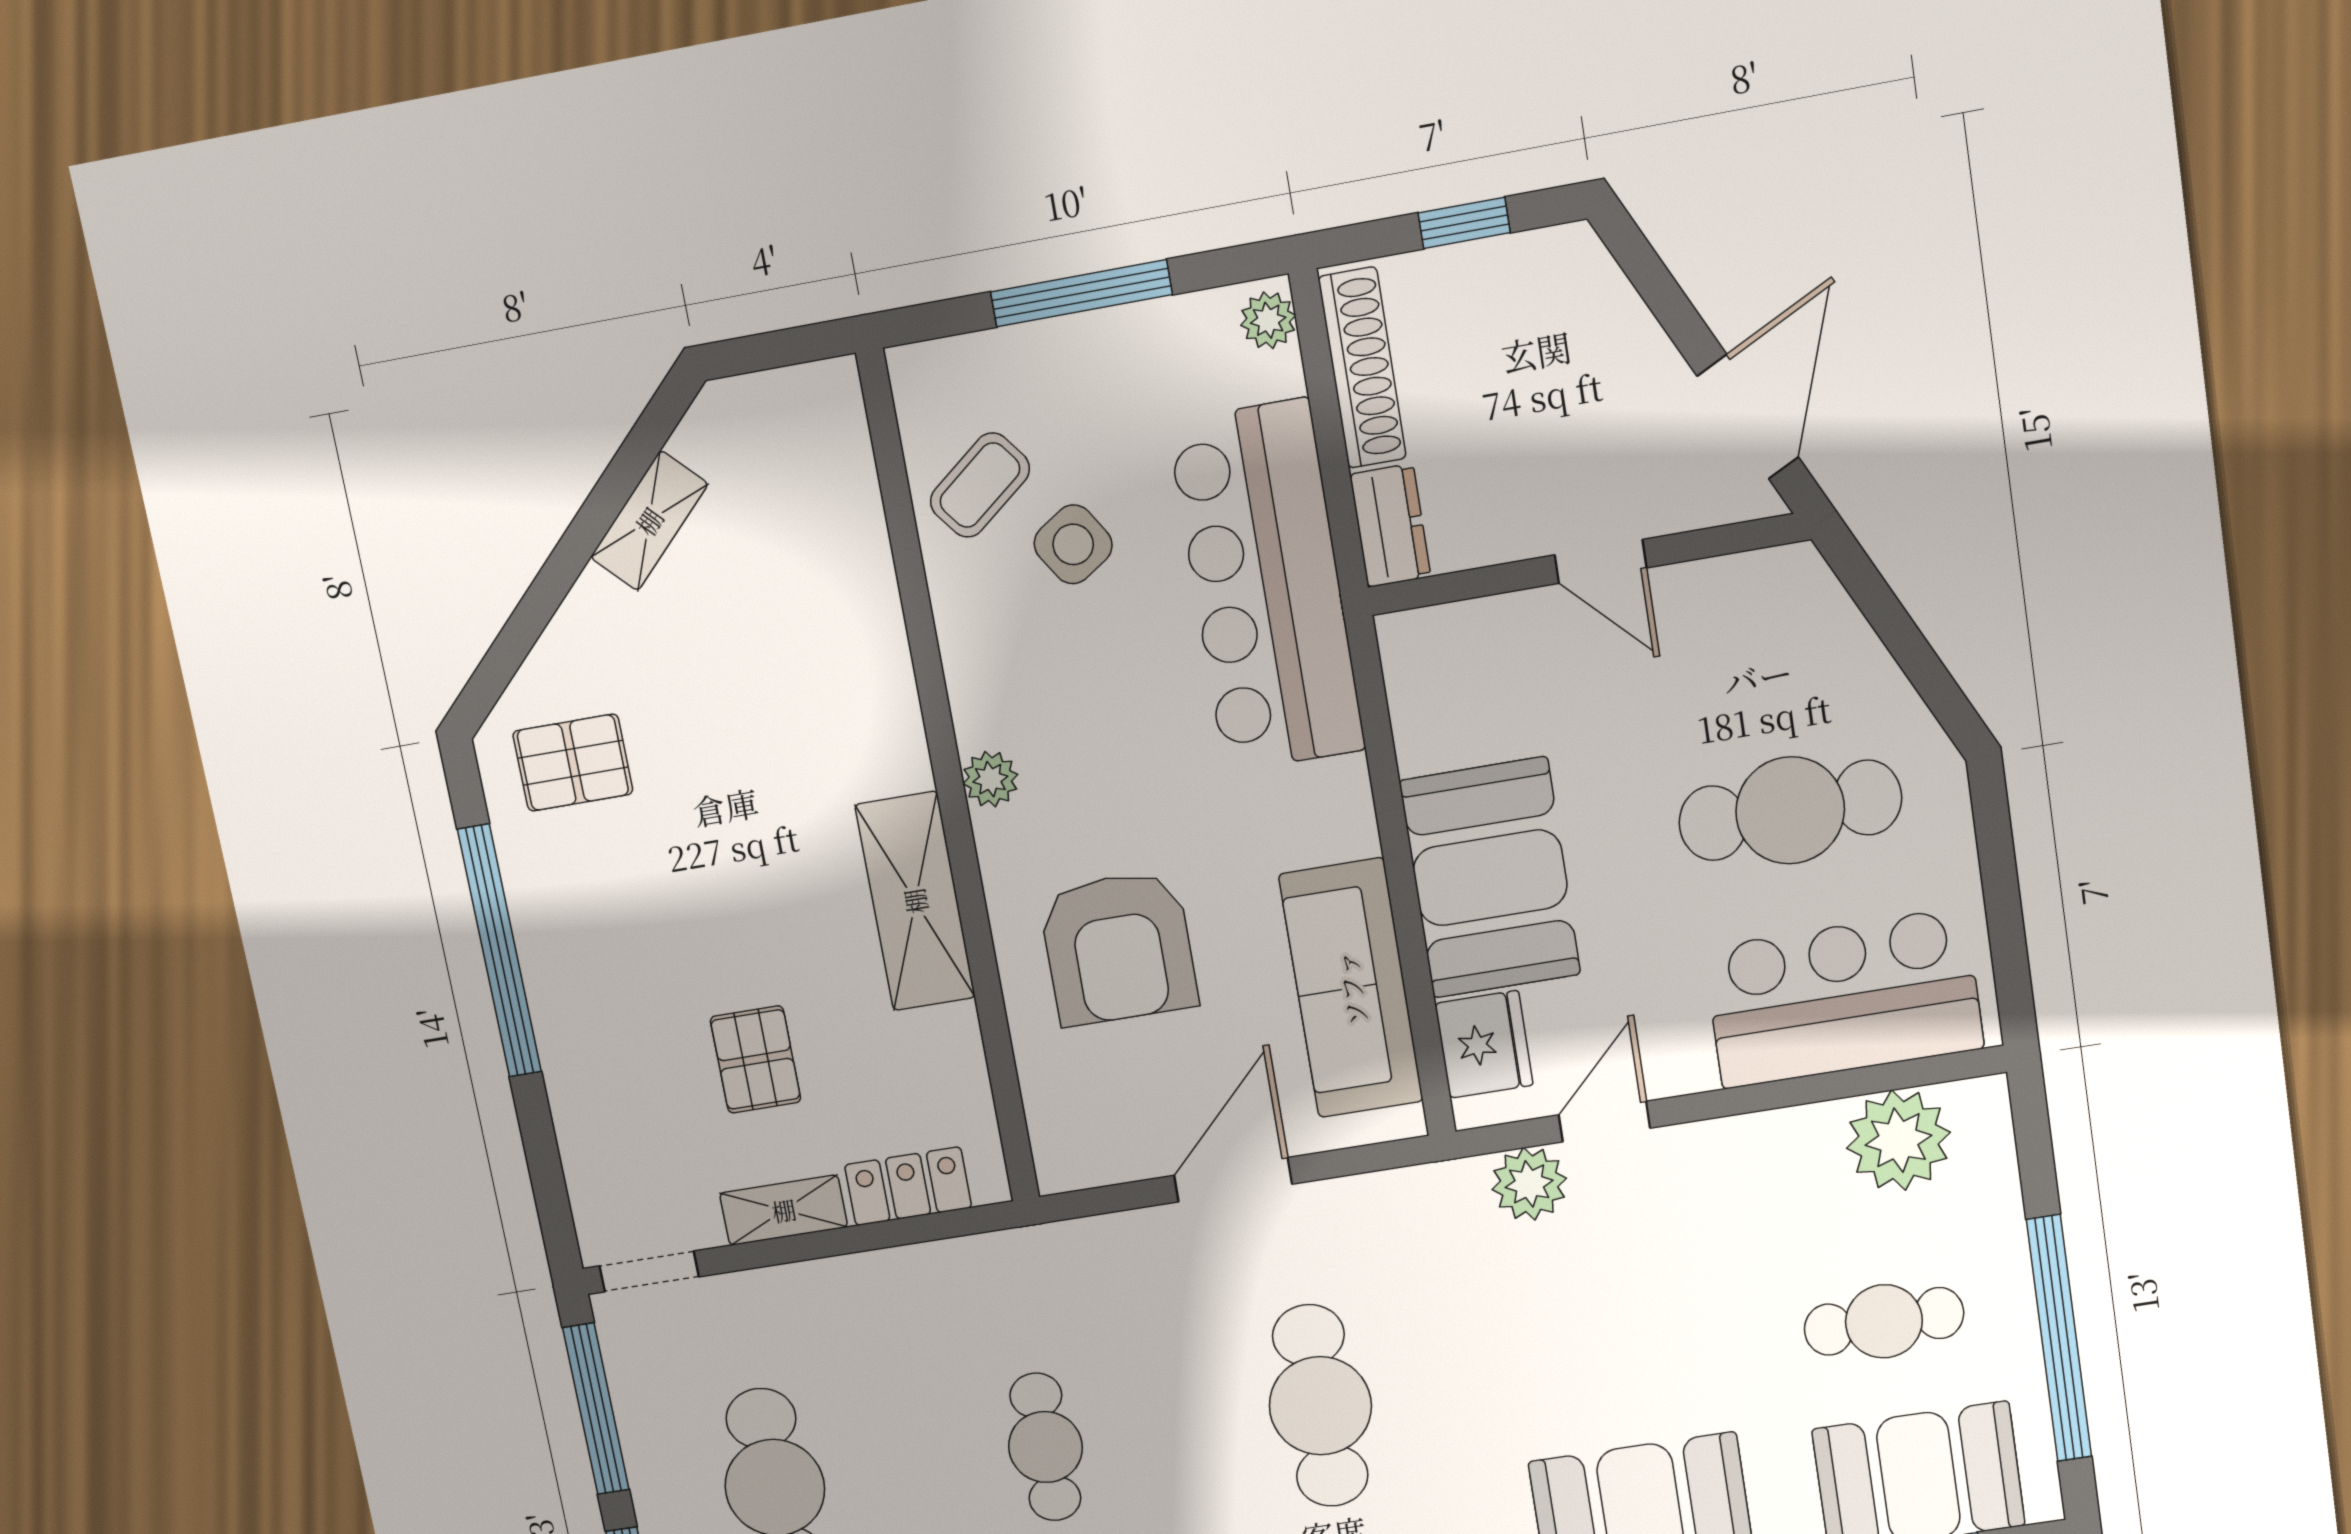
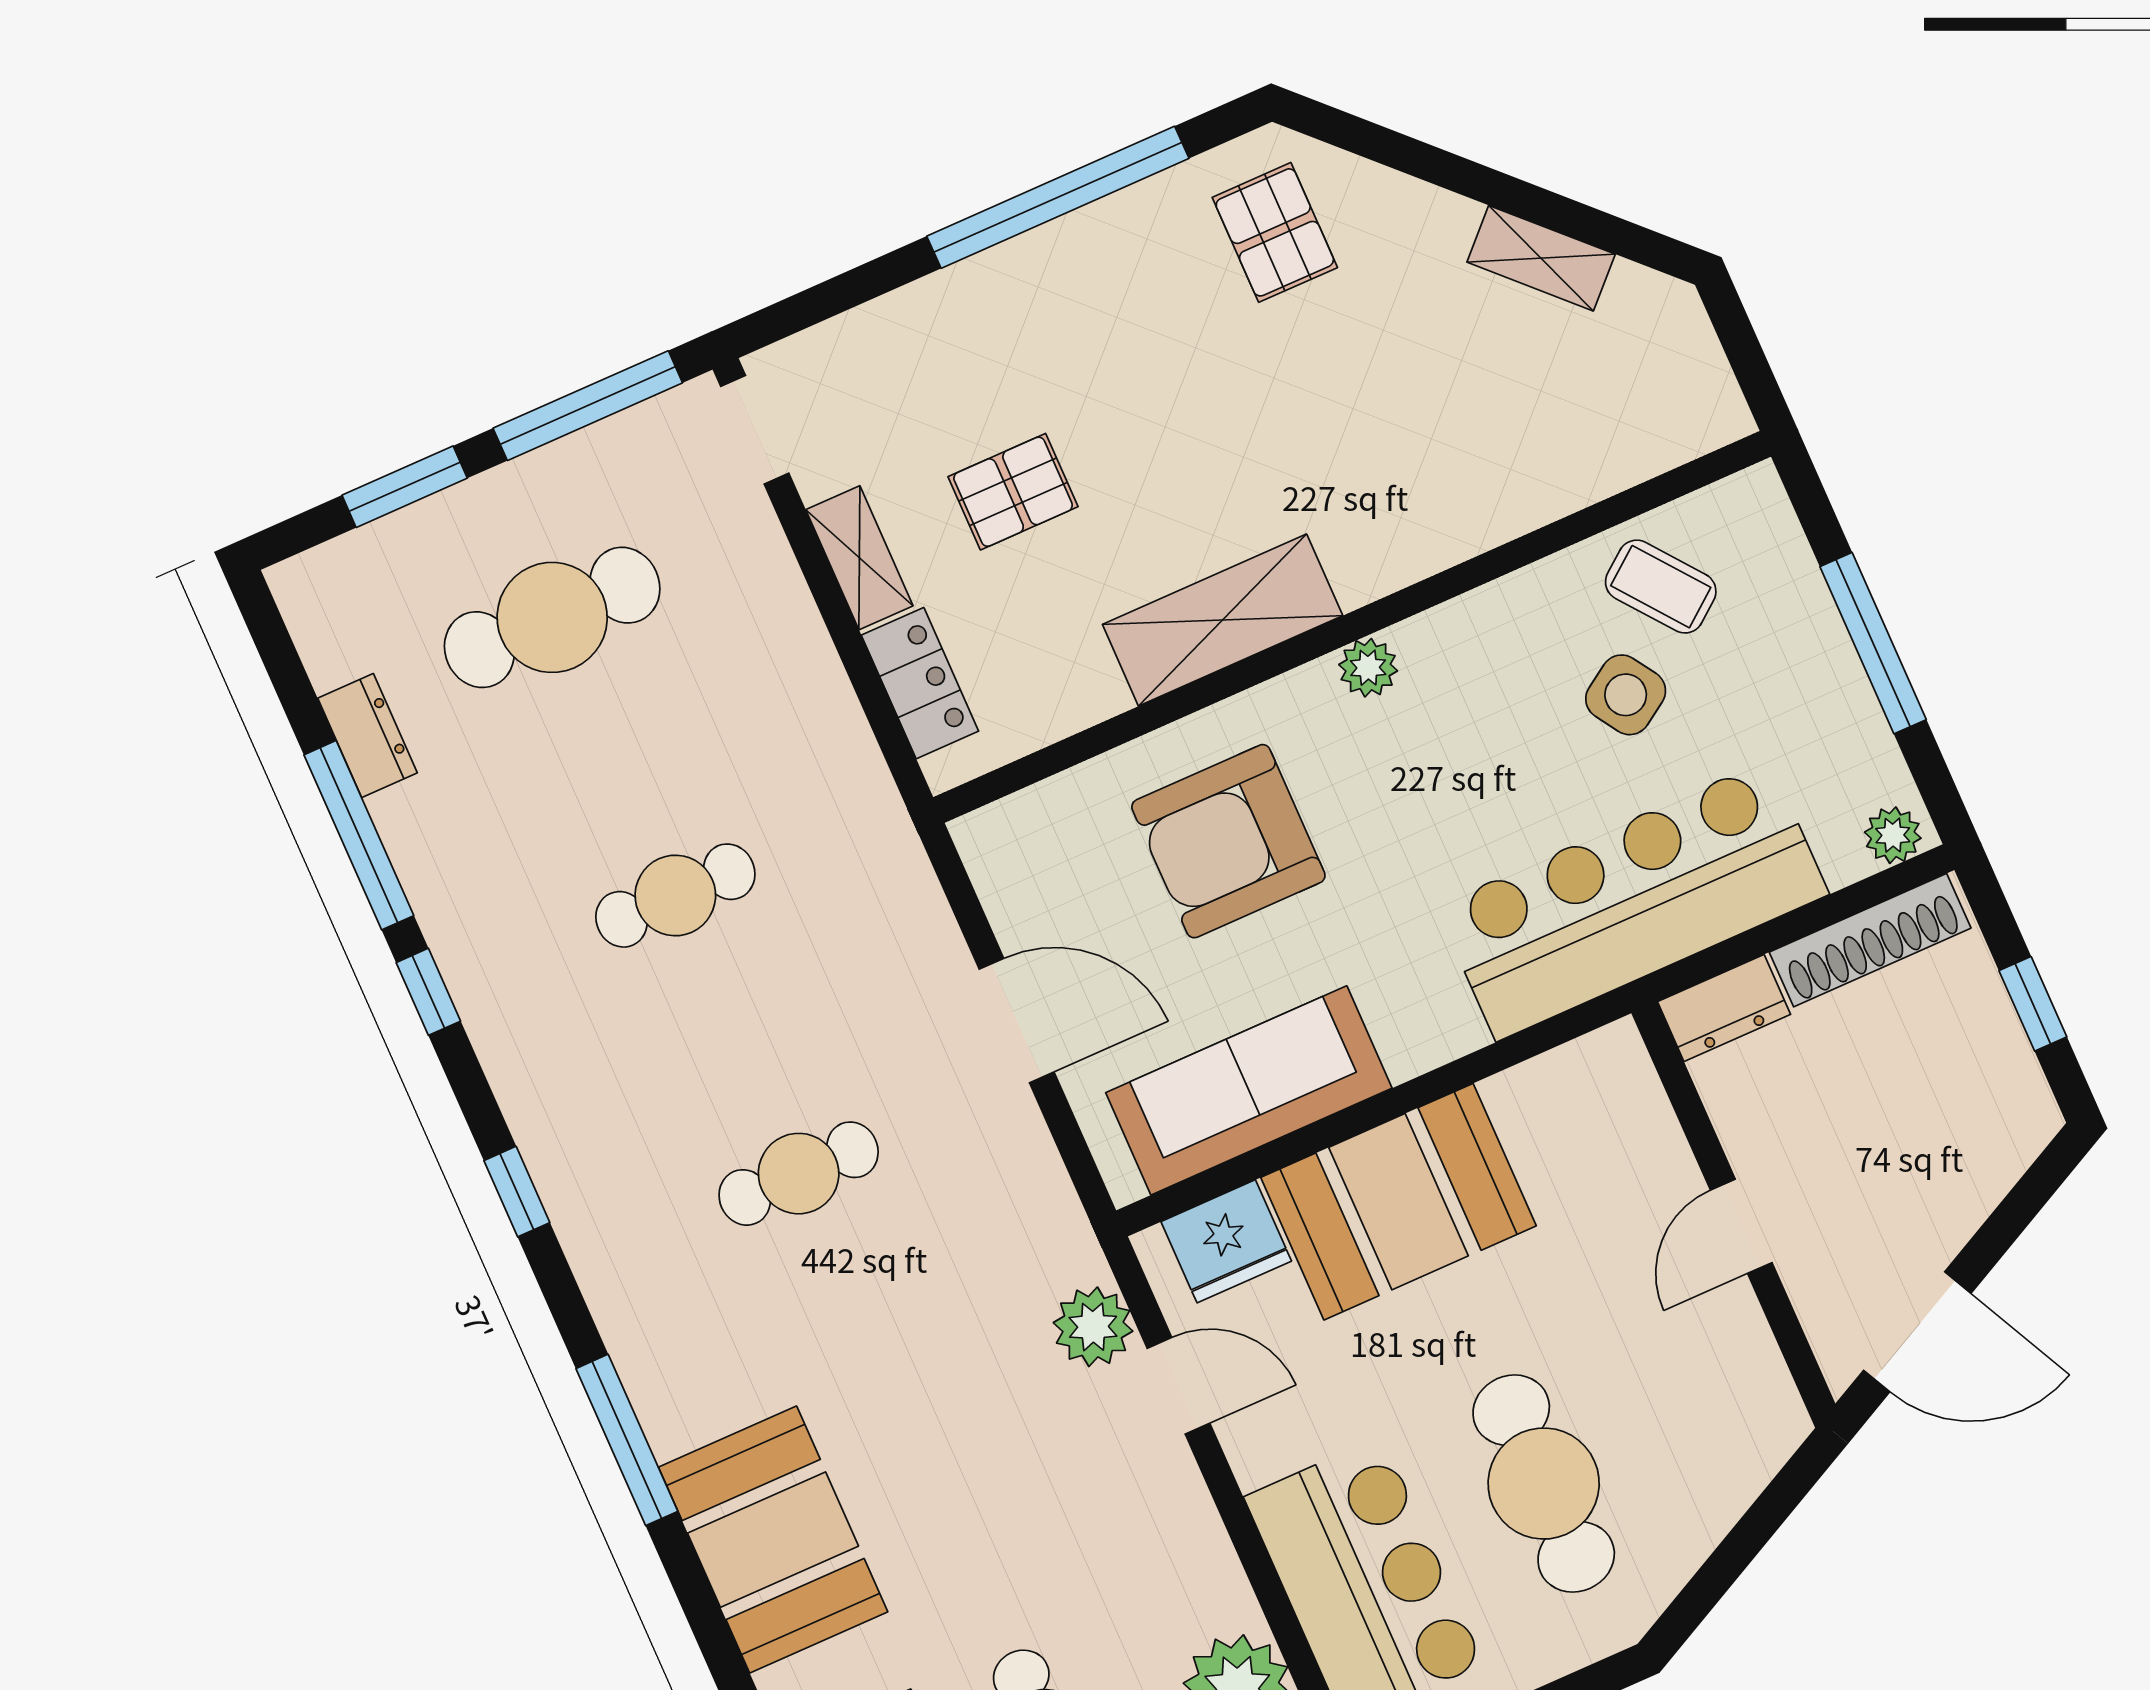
cafe table: (1320, 1406) -> (799, 1174), width x0.73, depth x0.74

